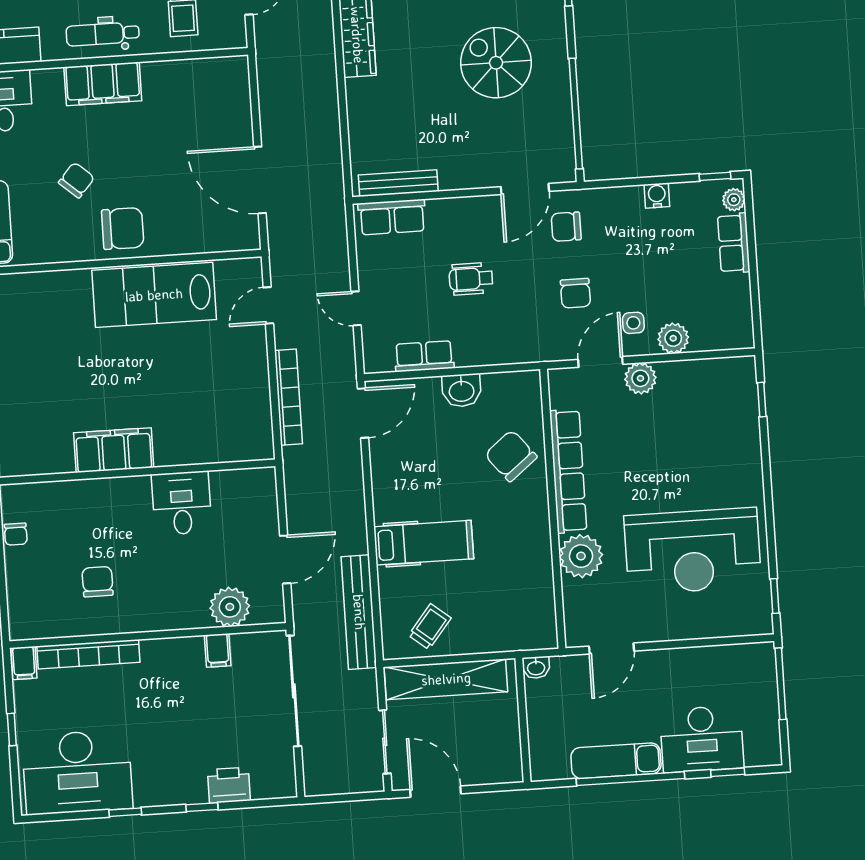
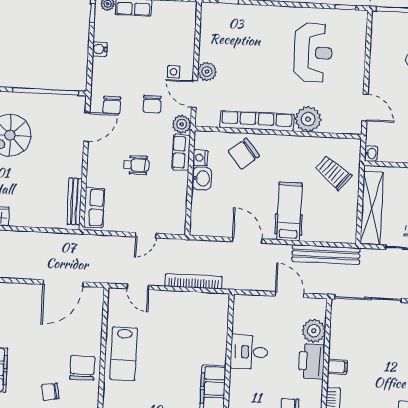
chair: (76, 180) -> (50, 392), turned -51
door: (525, 189) -> (87, 127), hinge flipped
wheelchair: (471, 279) -> (136, 165), turned -90
chair: (575, 293) -> (152, 104), turned 90
lab bench: (154, 295) -> (124, 354), width x0.73, depth x0.72
plant: (673, 338) -> (182, 124), moved
row of seats: (424, 356) -> (181, 152), moved
nightstand: (496, 384) -> (200, 158), added
door: (363, 413) -> (247, 240), moved
reception desk: (693, 551) -> (313, 53), width x0.74, depth x0.77
printer: (179, 609) -> (312, 361), added
trolley: (430, 627) -> (333, 172), moved, width x1.36, depth x1.39
filing cabinet: (218, 650) -> (337, 367), moved

